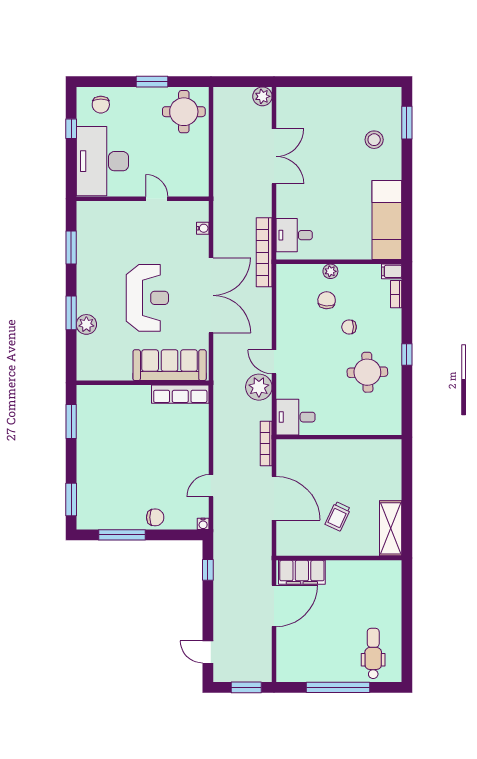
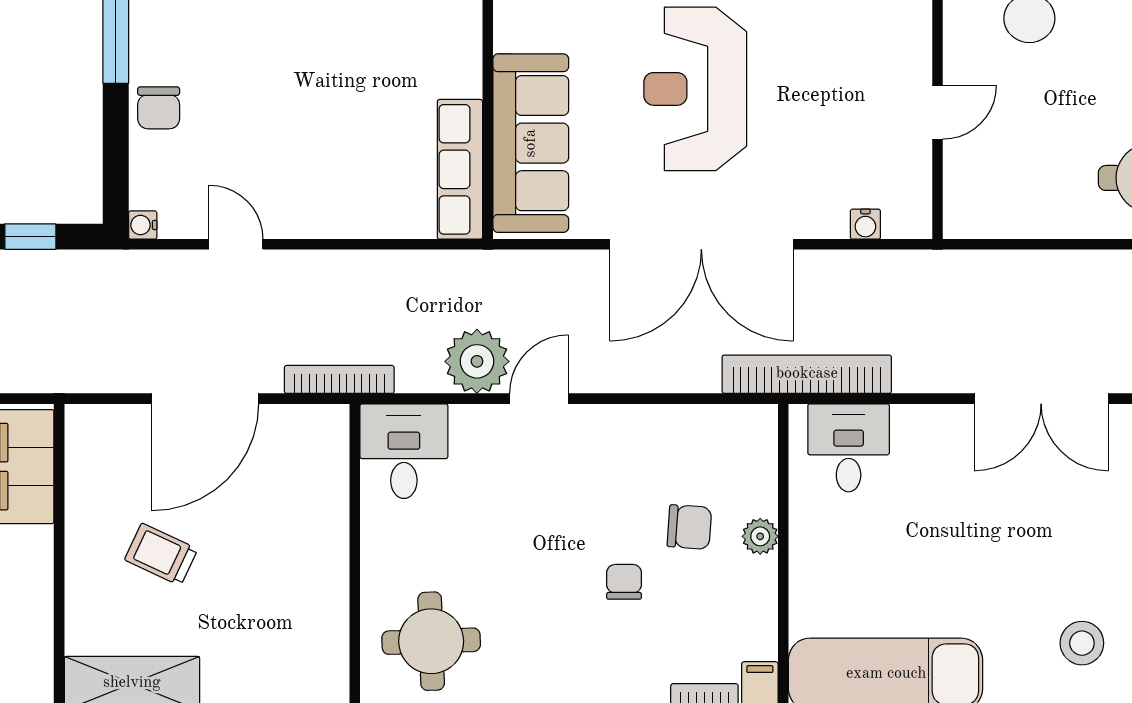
reception desk: (147, 298) -> (695, 89), turned 90
round table: (367, 372) -> (431, 641), moved

